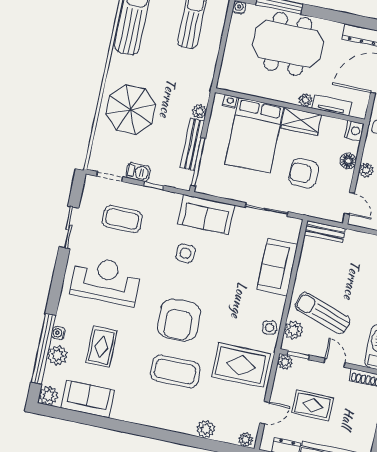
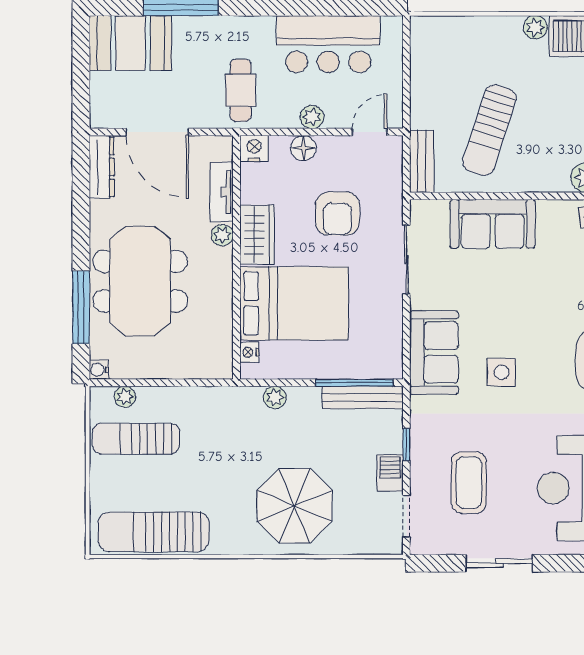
plant: (219, 20) -> (125, 397), added
bench: (192, 144) -> (362, 397), moved
sun lounger: (322, 313) -> (489, 130), moved

